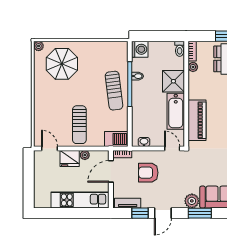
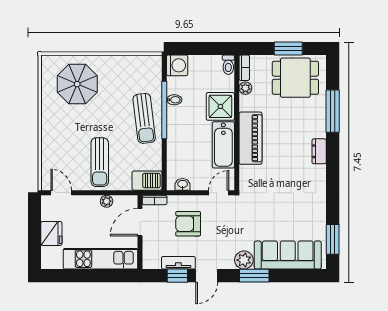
plant: (39, 46) -> (47, 61), removed
piano: (197, 120) -> (251, 138), moved
door: (172, 148) -> (219, 193), hinge flipped
fridge: (70, 158) -> (51, 233), moved, turned -90
tv unit: (128, 203) -> (178, 263), moved

